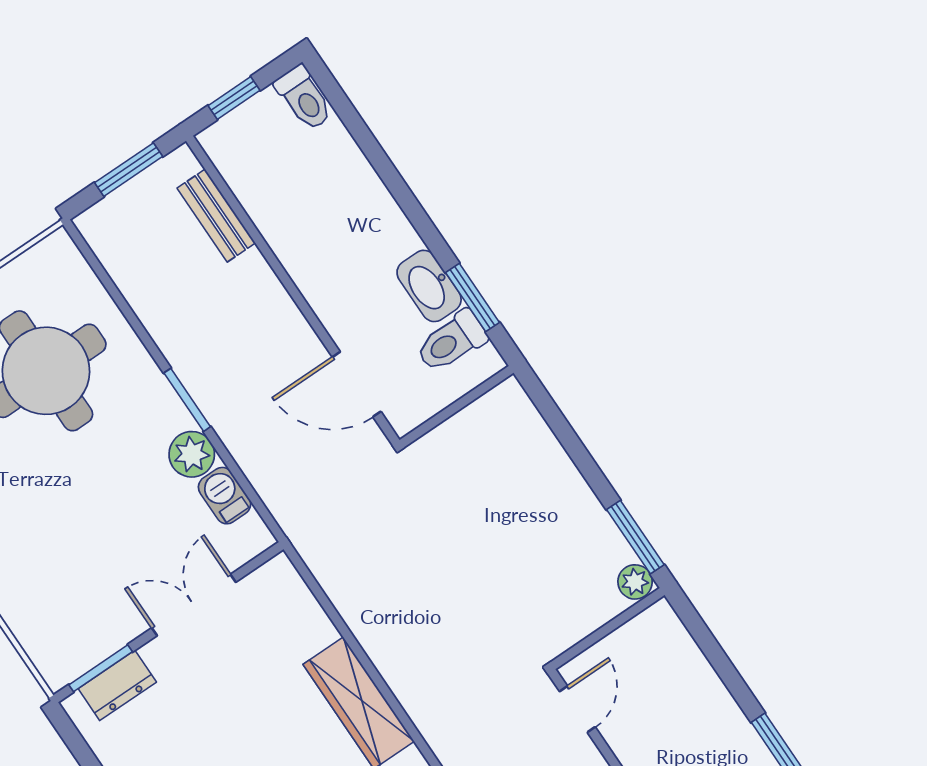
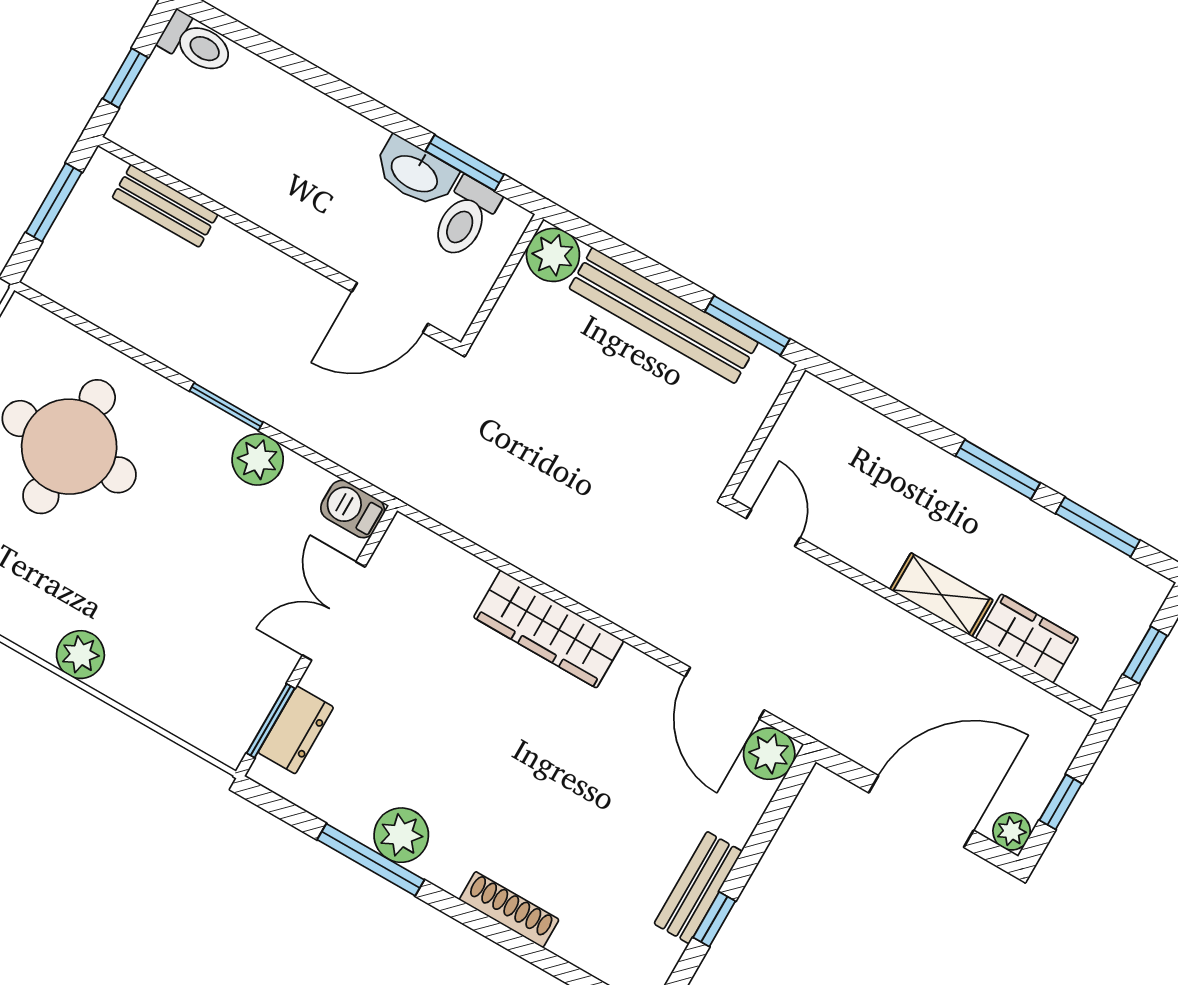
barbecue: (225, 496) -> (353, 509), moved
bench: (572, 497) -> (664, 315), added
plant: (635, 582) -> (553, 255), moved, width x1.38, depth x1.38

